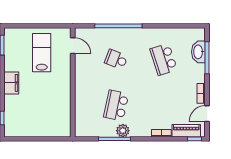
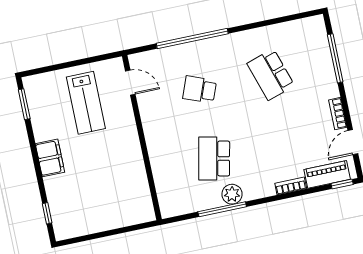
washbasin: (198, 52) -> (321, 52), removed
lab bench: (42, 53) -> (86, 103), turned 180

